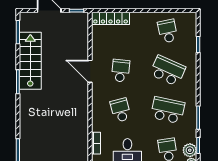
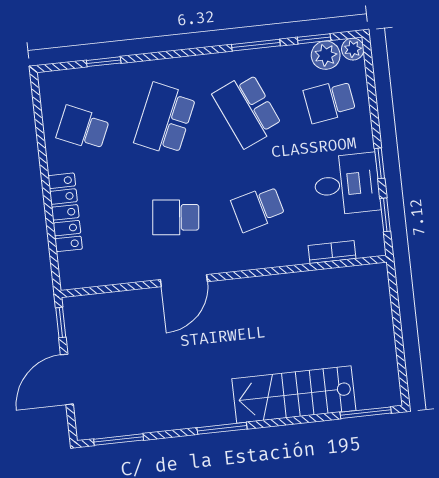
locker: (111, 18) -> (65, 212), moved
school desk: (168, 31) -> (83, 128), turned 36
stairs: (30, 61) -> (294, 395), moved
school desk: (168, 110) -> (247, 110), turned -36

